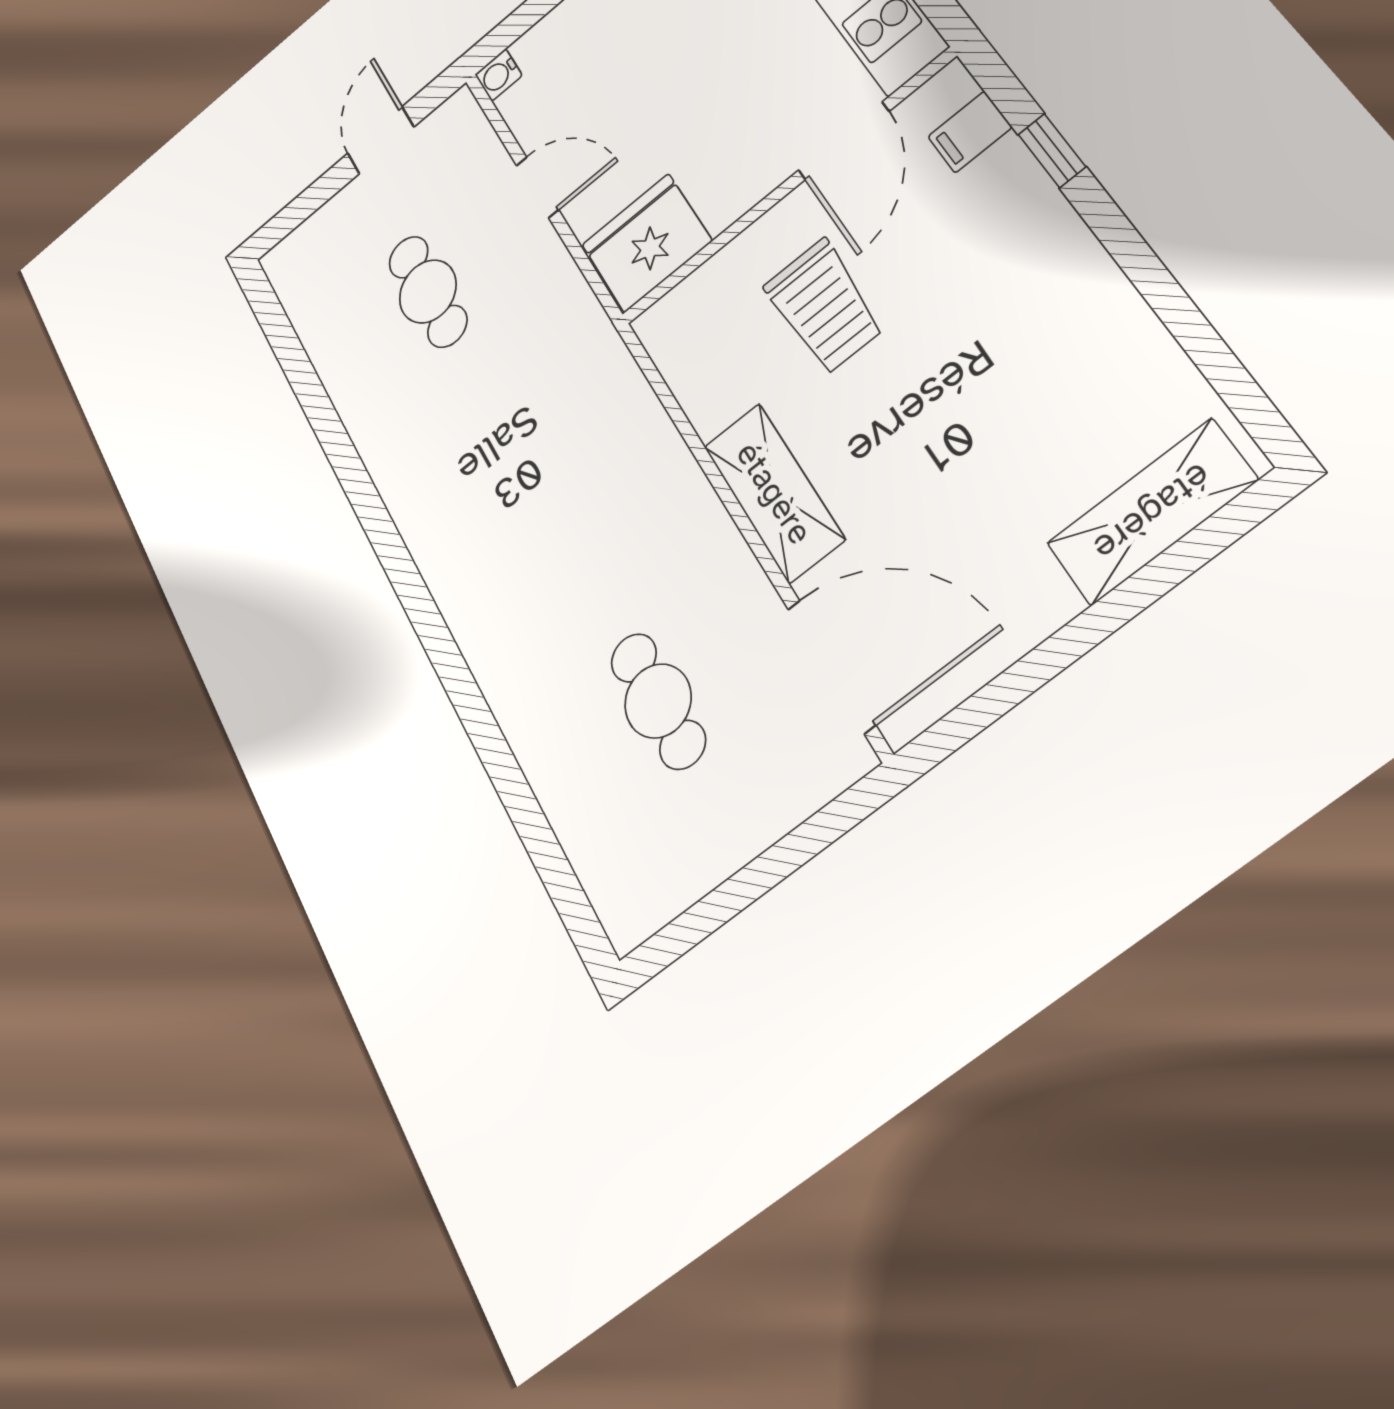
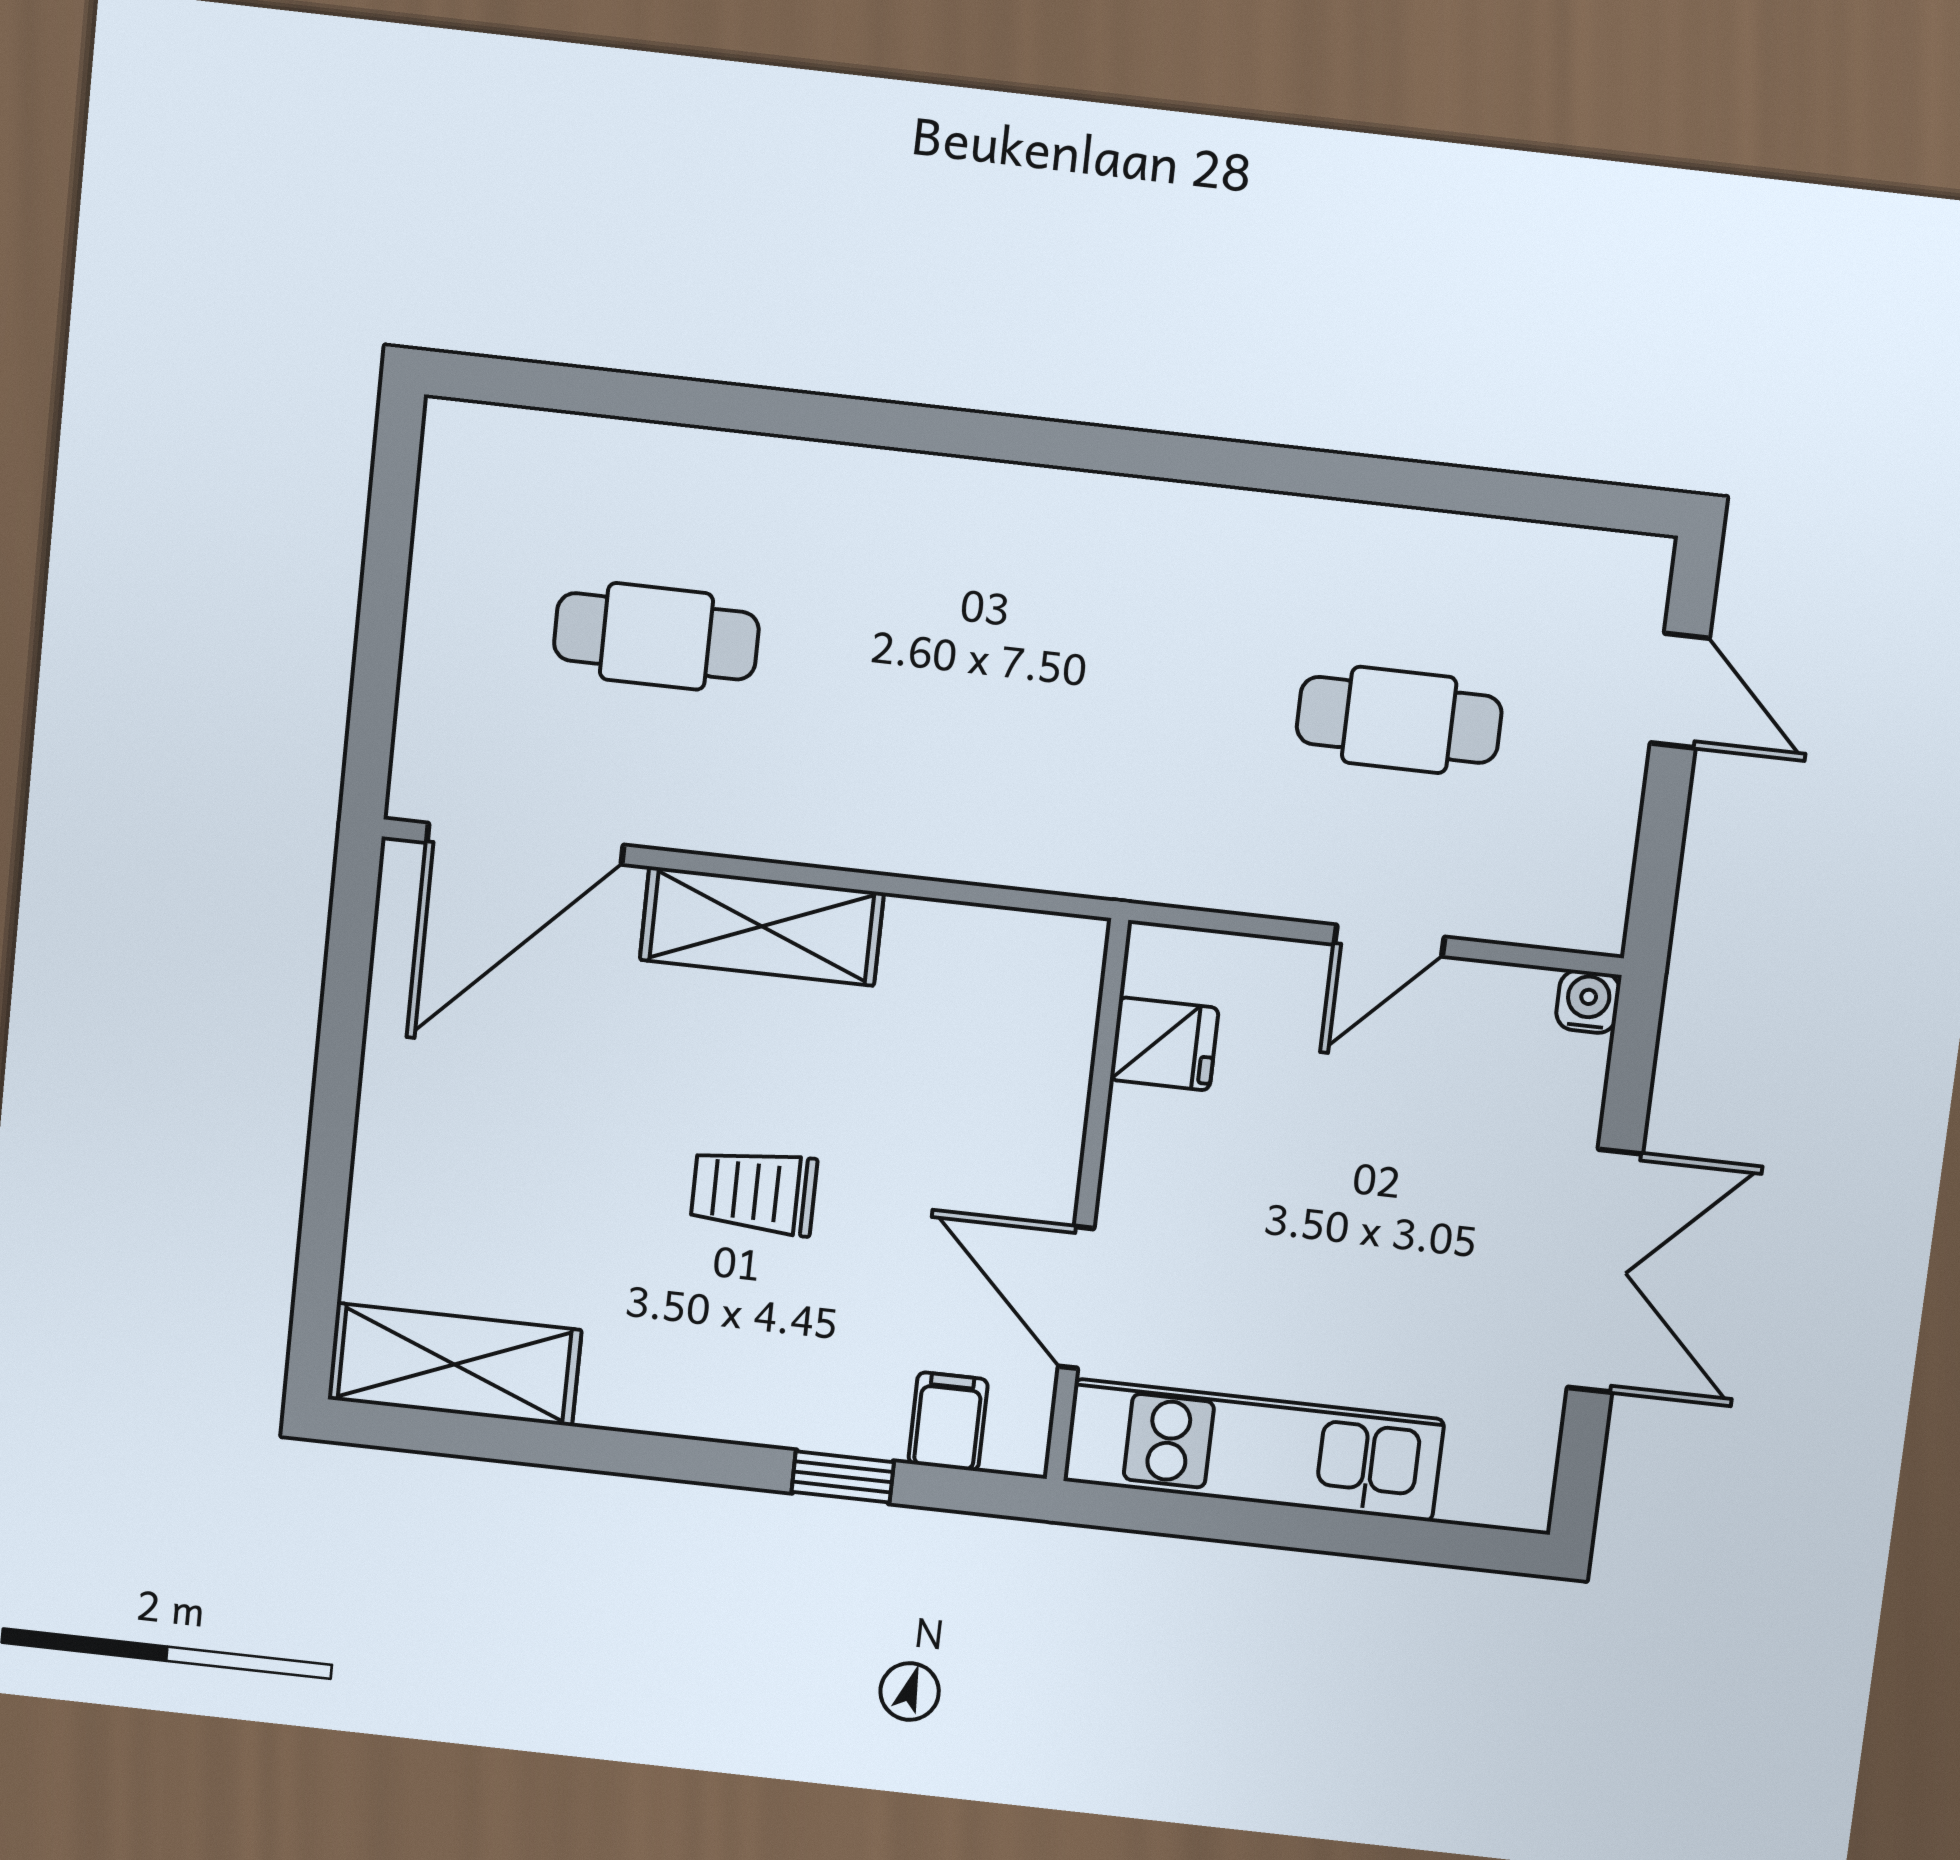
door: (381, 140) -> (1680, 691), moved
fridge: (647, 243) -> (1164, 1044), width x0.53, depth x0.75
trolley: (824, 307) -> (754, 1192), moved, width x0.73, depth x0.72
shelving: (1152, 512) -> (455, 1365), moved, turned 90

